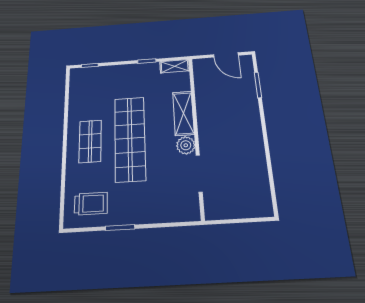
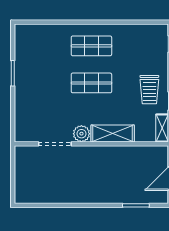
shop shelf: (130, 138) -> (91, 83), width x0.50, depth x0.74
trolley: (91, 204) -> (149, 90), moved

